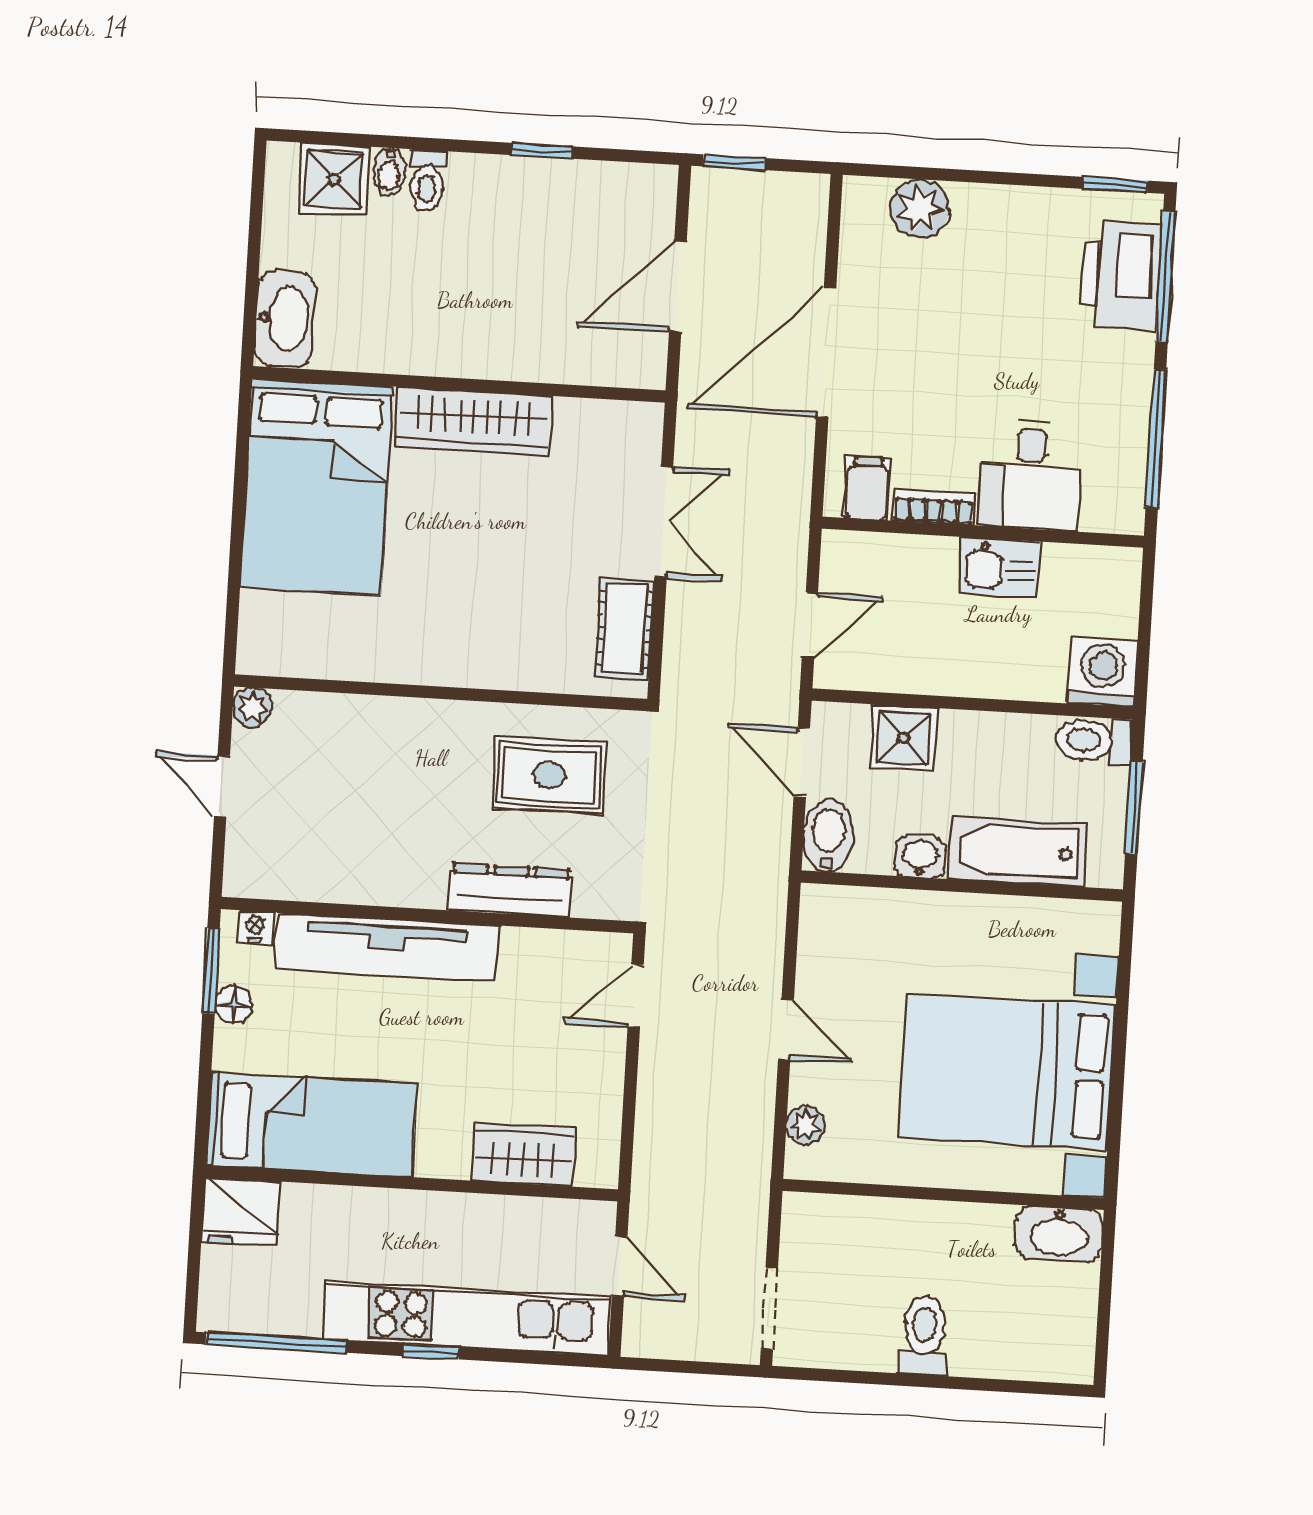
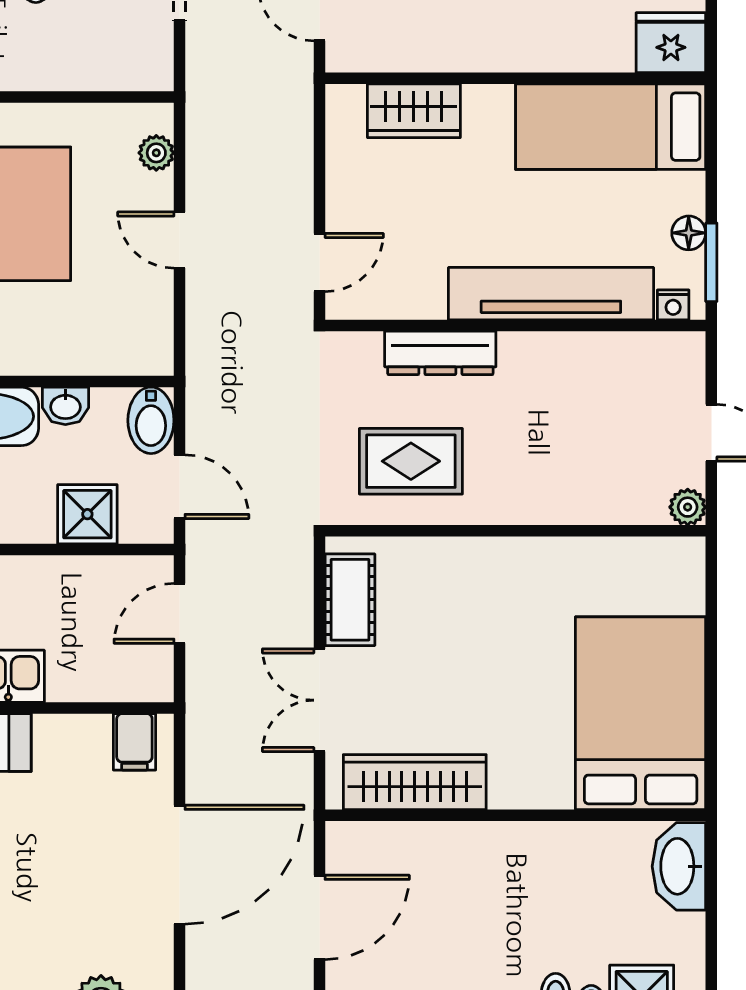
wardrobe: (473, 421) -> (415, 782), moved
bookcase: (934, 507) -> (72, 729), removed

